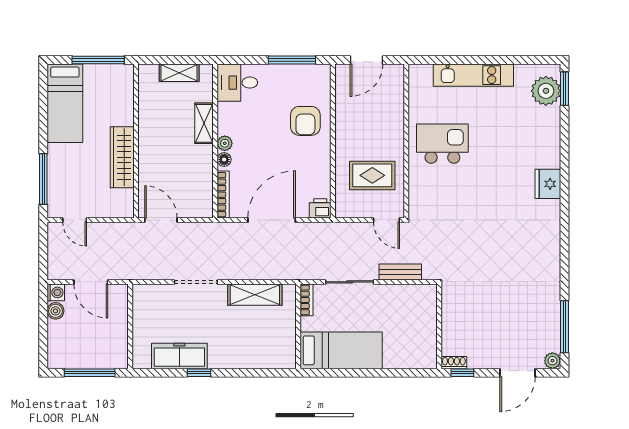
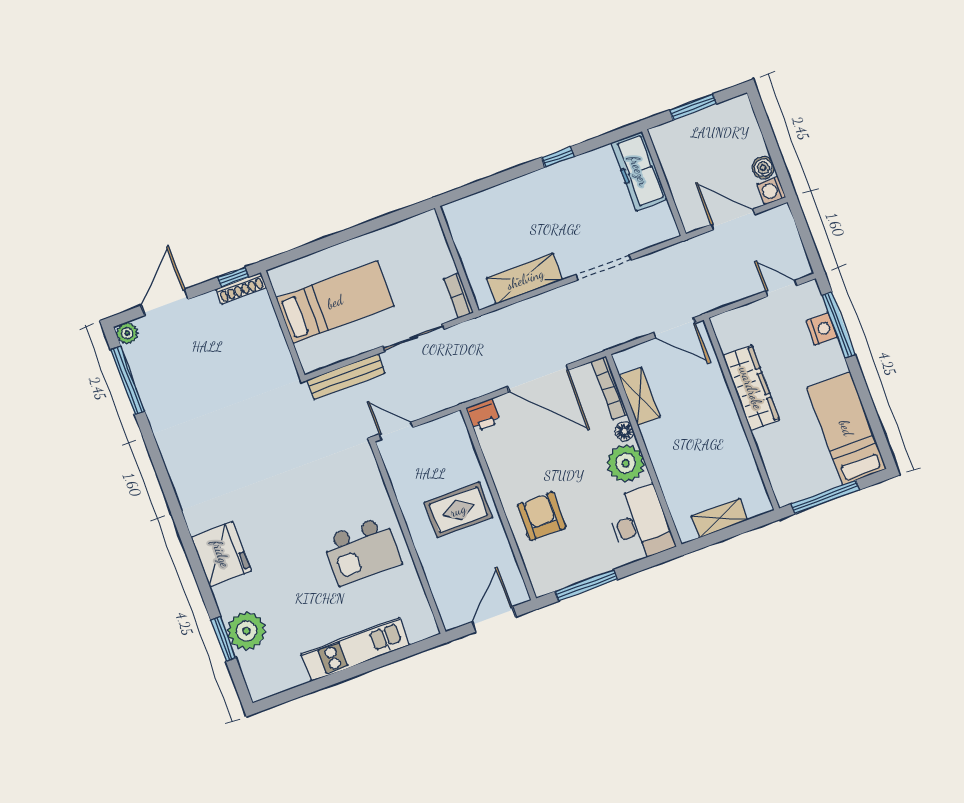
desk: (237, 83) -> (640, 524), width x1.37
window: (565, 89) -> (223, 639), moved
plant: (546, 91) -> (246, 631), moved
shelving: (204, 123) -> (640, 397), moved
plant: (225, 143) -> (626, 463), width x1.88, depth x1.88
rug: (372, 175) -> (458, 510), moved
nightstand: (56, 181) -> (822, 329), added
fridge: (548, 184) -> (221, 554), width x1.36, depth x1.34
door: (272, 220) -> (538, 378), hinge flipped
bench: (400, 272) -> (346, 377), width x1.36
bed: (341, 350) -> (335, 302), moved, turned 180
freezer: (179, 356) -> (639, 171), moved, turned 90
shoe rack: (454, 363) -> (241, 288), width x1.43
window: (90, 373) -> (693, 107), width x0.69

